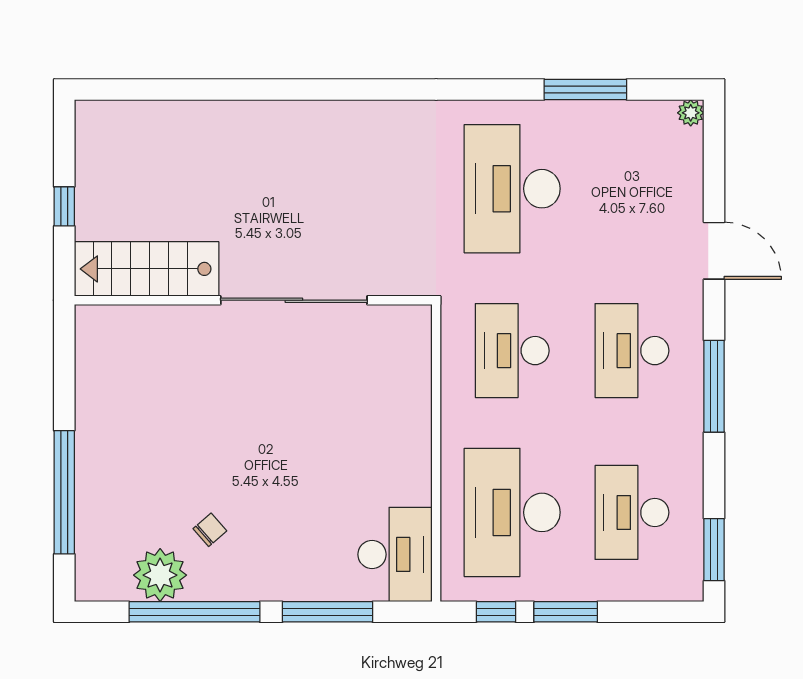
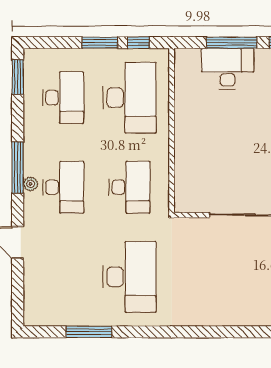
plant: (691, 113) -> (31, 184), moved
desk: (395, 554) -> (228, 69), moved, turned 90

